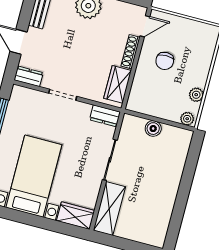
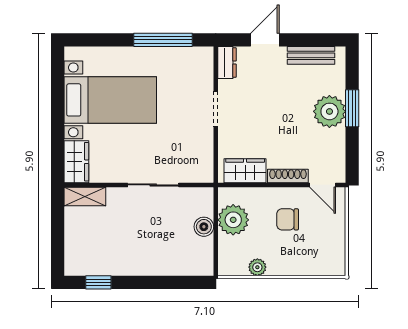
dresser: (105, 116) -> (204, 166), removed
plant: (187, 119) -> (233, 220), moved, width x1.88, depth x1.88
shelving: (109, 209) -> (85, 196), width x0.67, depth x0.75
window: (175, 223) -> (98, 282), added

